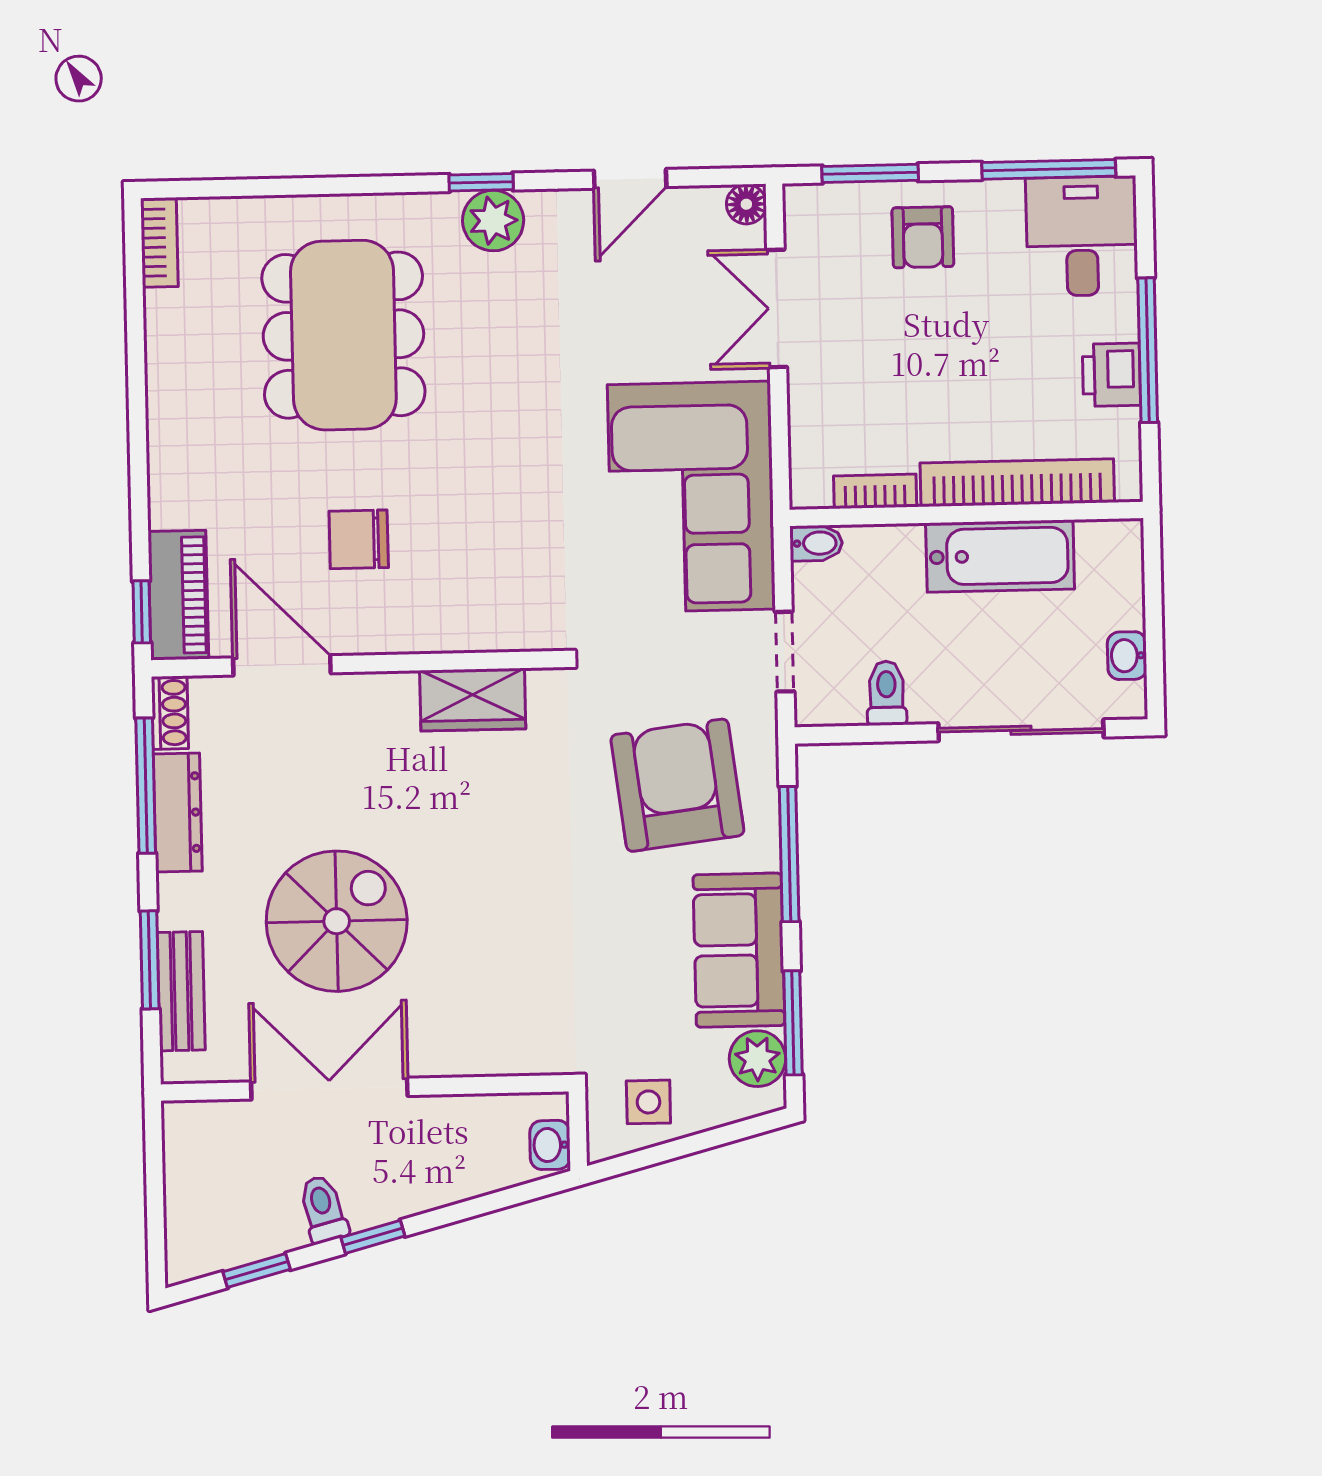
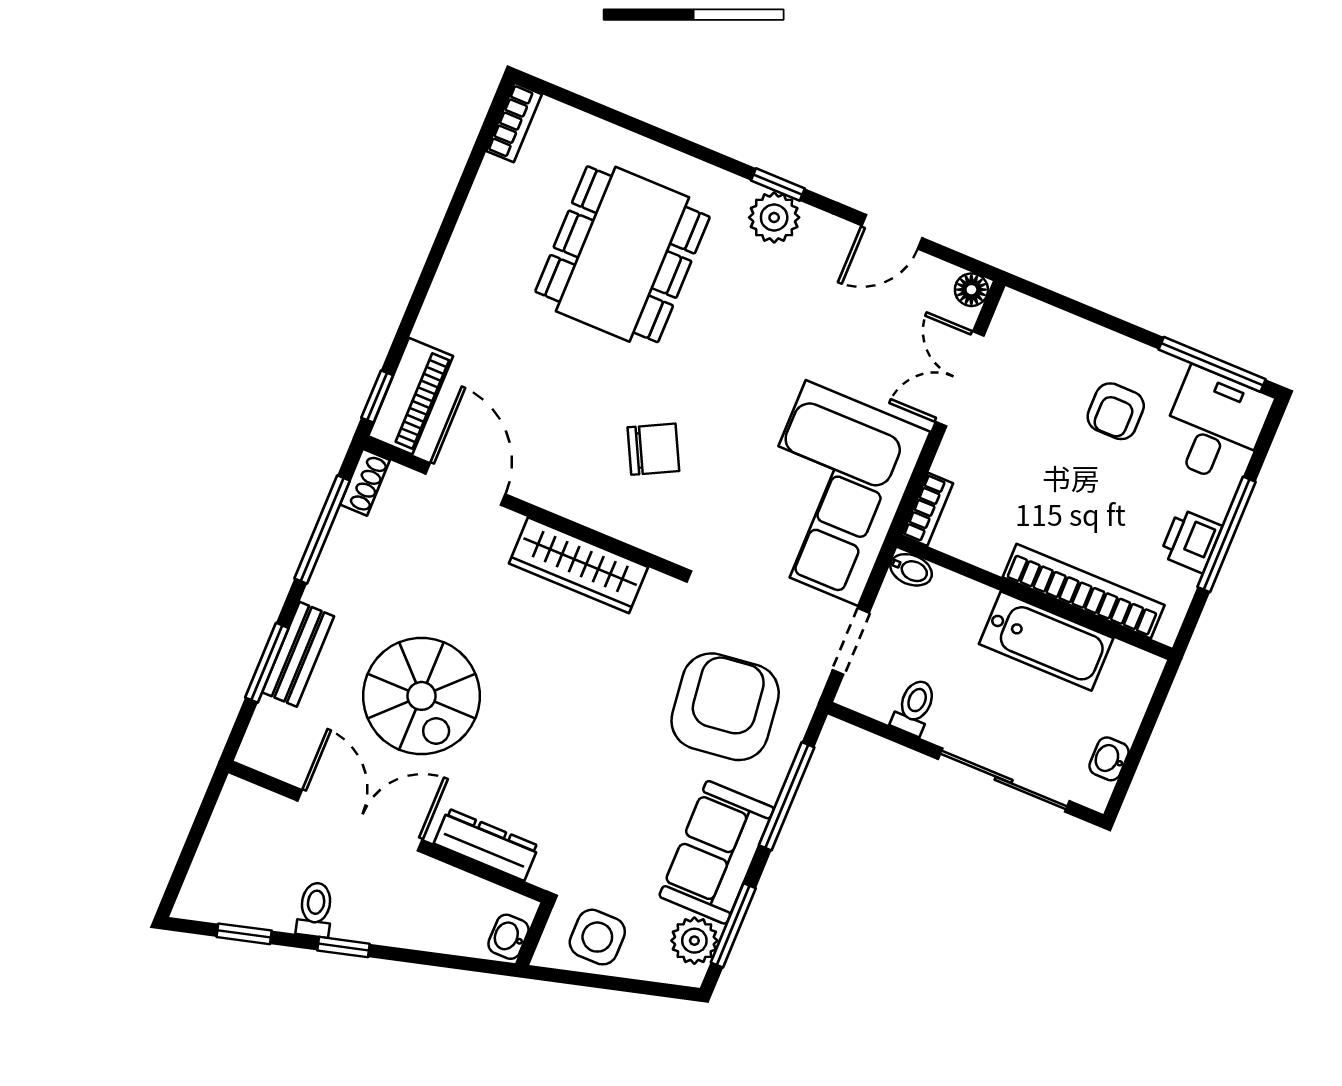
window: (870, 173) -> (1075, 308), removed
armchair: (923, 237) -> (1116, 411), moved
bookcase: (875, 491) -> (928, 509), moved, turned 90
chair: (359, 539) -> (653, 449), moved, turned 153
wardrobe: (473, 700) -> (579, 565), width x1.50
dresser: (178, 812) -> (486, 845), moved, turned -90
spiral stairs: (337, 921) -> (422, 696), turned 90
bench: (181, 991) -> (298, 654), moved
side table: (648, 1102) -> (597, 937), width x1.37, depth x1.37

